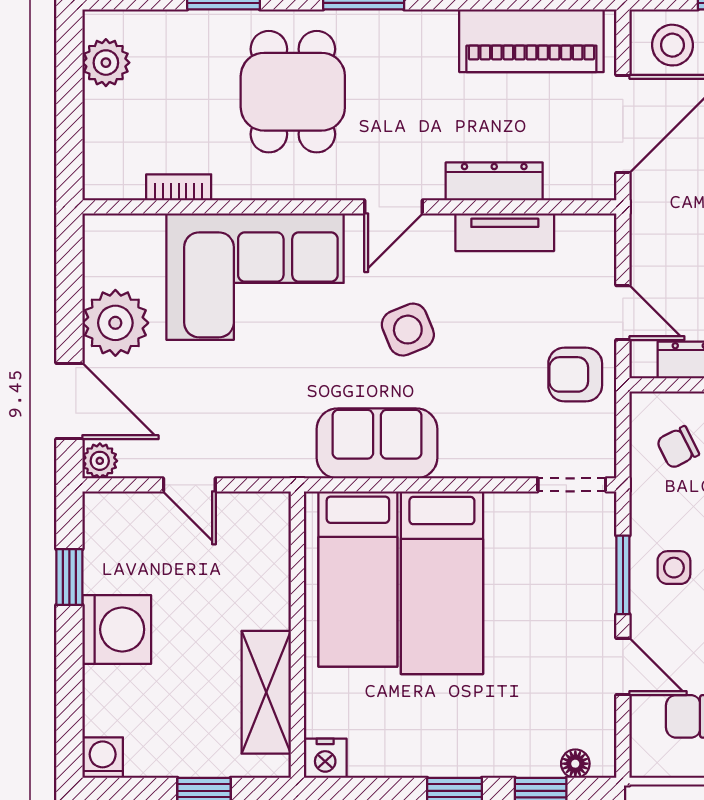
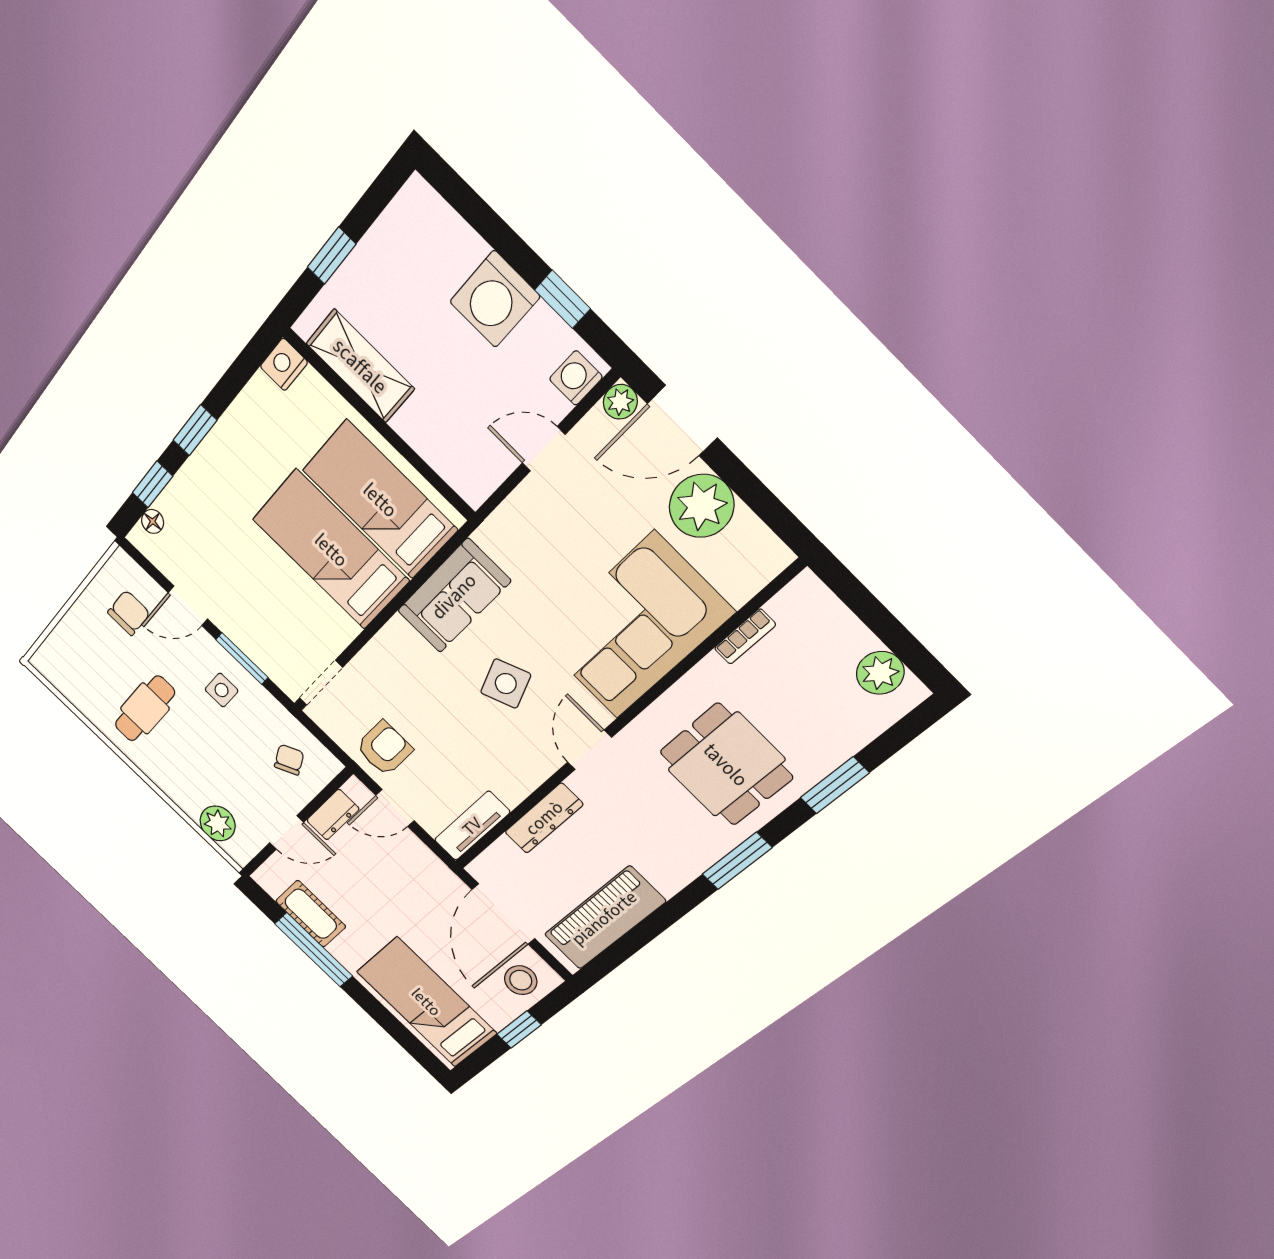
tv unit: (505, 232) -> (472, 826), moved
washing machine: (103, 758) -> (576, 378), moved, turned 180

